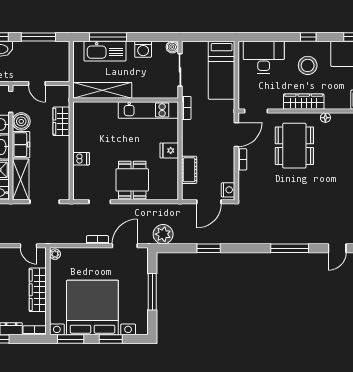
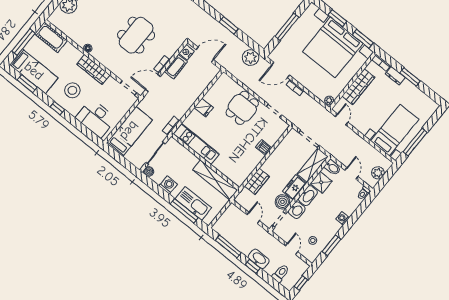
dining table: (294, 146) -> (136, 35), moved
cot: (189, 170) -> (176, 67), moved

